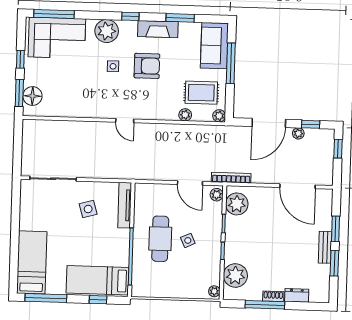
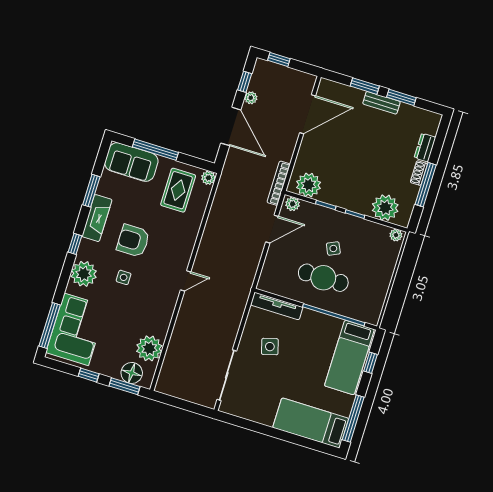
armchair: (147, 66) -> (133, 241), turned -90
plant: (185, 115) -> (149, 348), moved, width x1.88, depth x1.88

